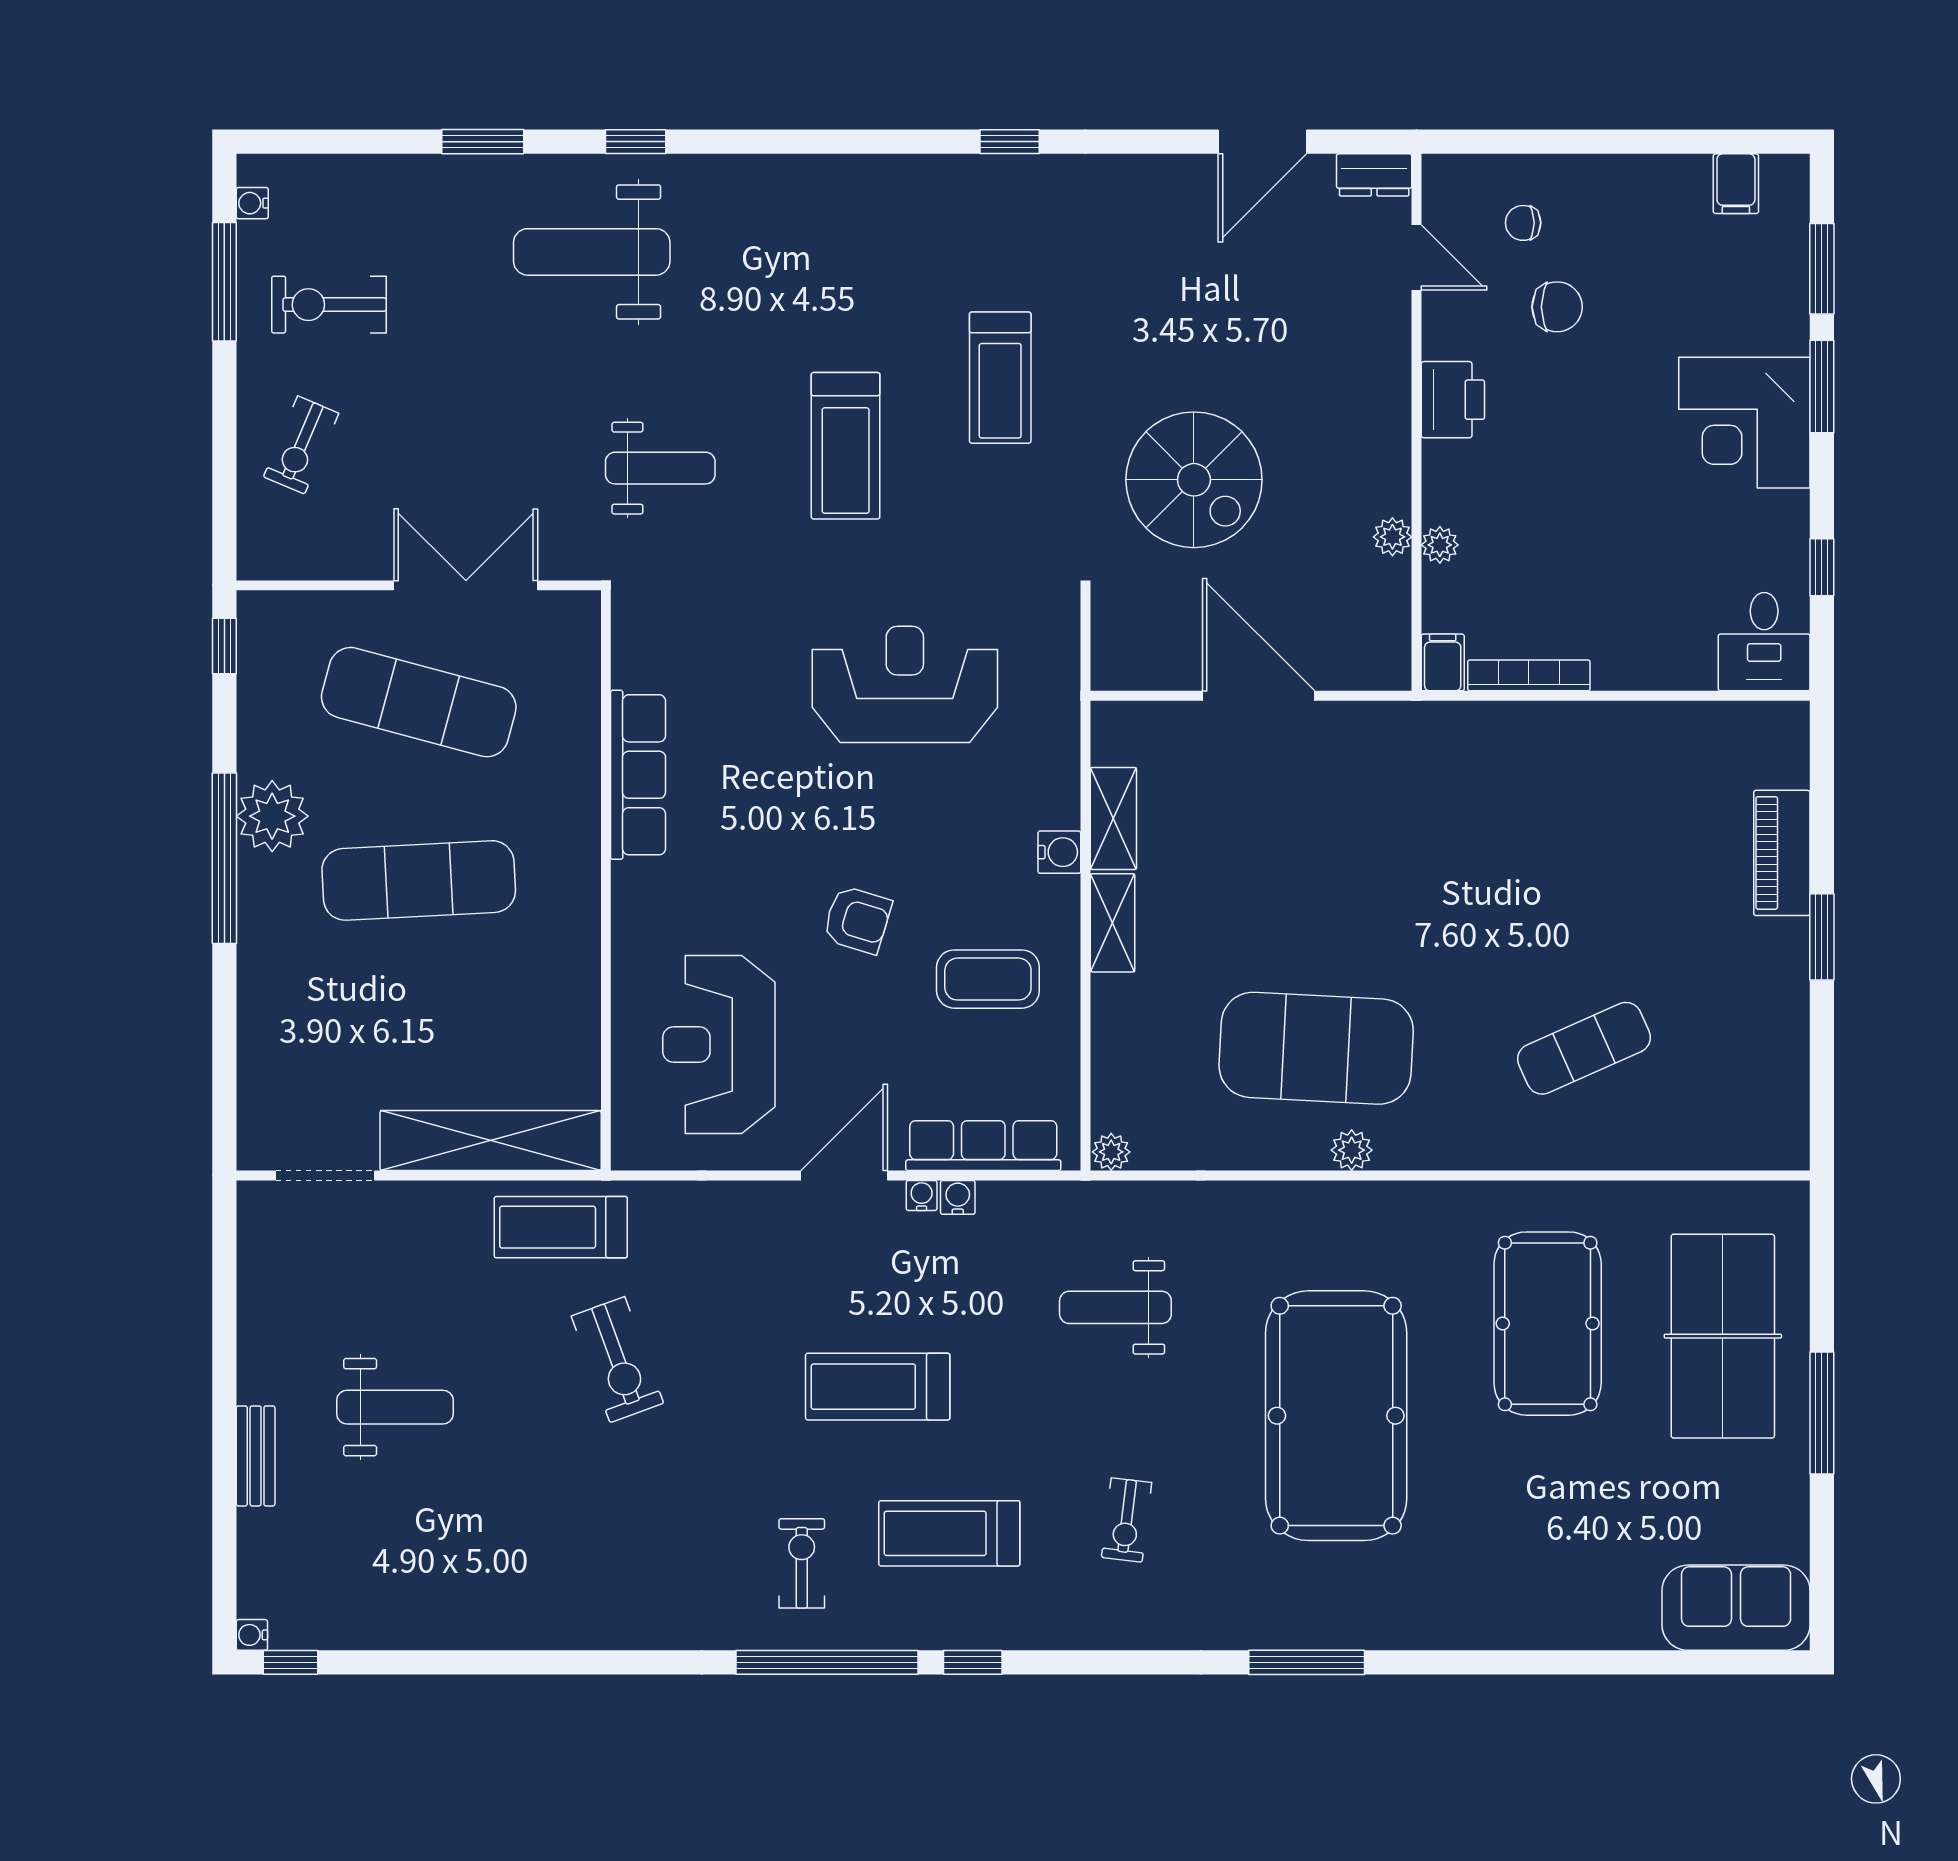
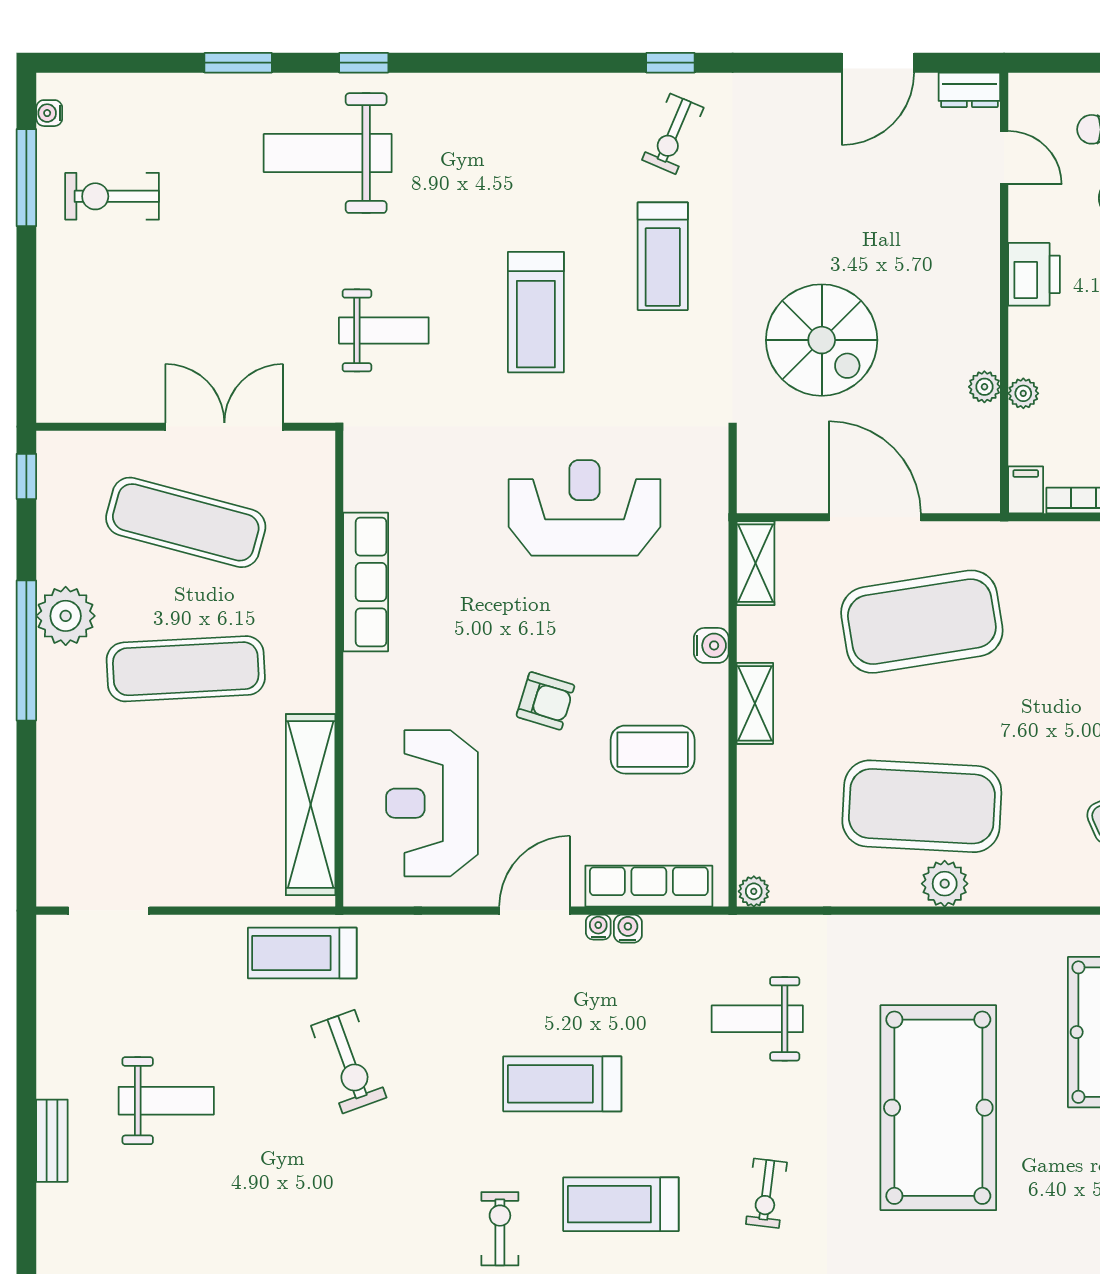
exercise bike: (301, 445) -> (673, 134), moved
shelving: (1113, 818) -> (756, 563), moved
exercise mat: (1316, 823) -> (922, 622), added
shelving: (491, 1141) -> (311, 805), moved, turned 90
plant: (1352, 1150) -> (945, 884), width x1.38, depth x1.38

